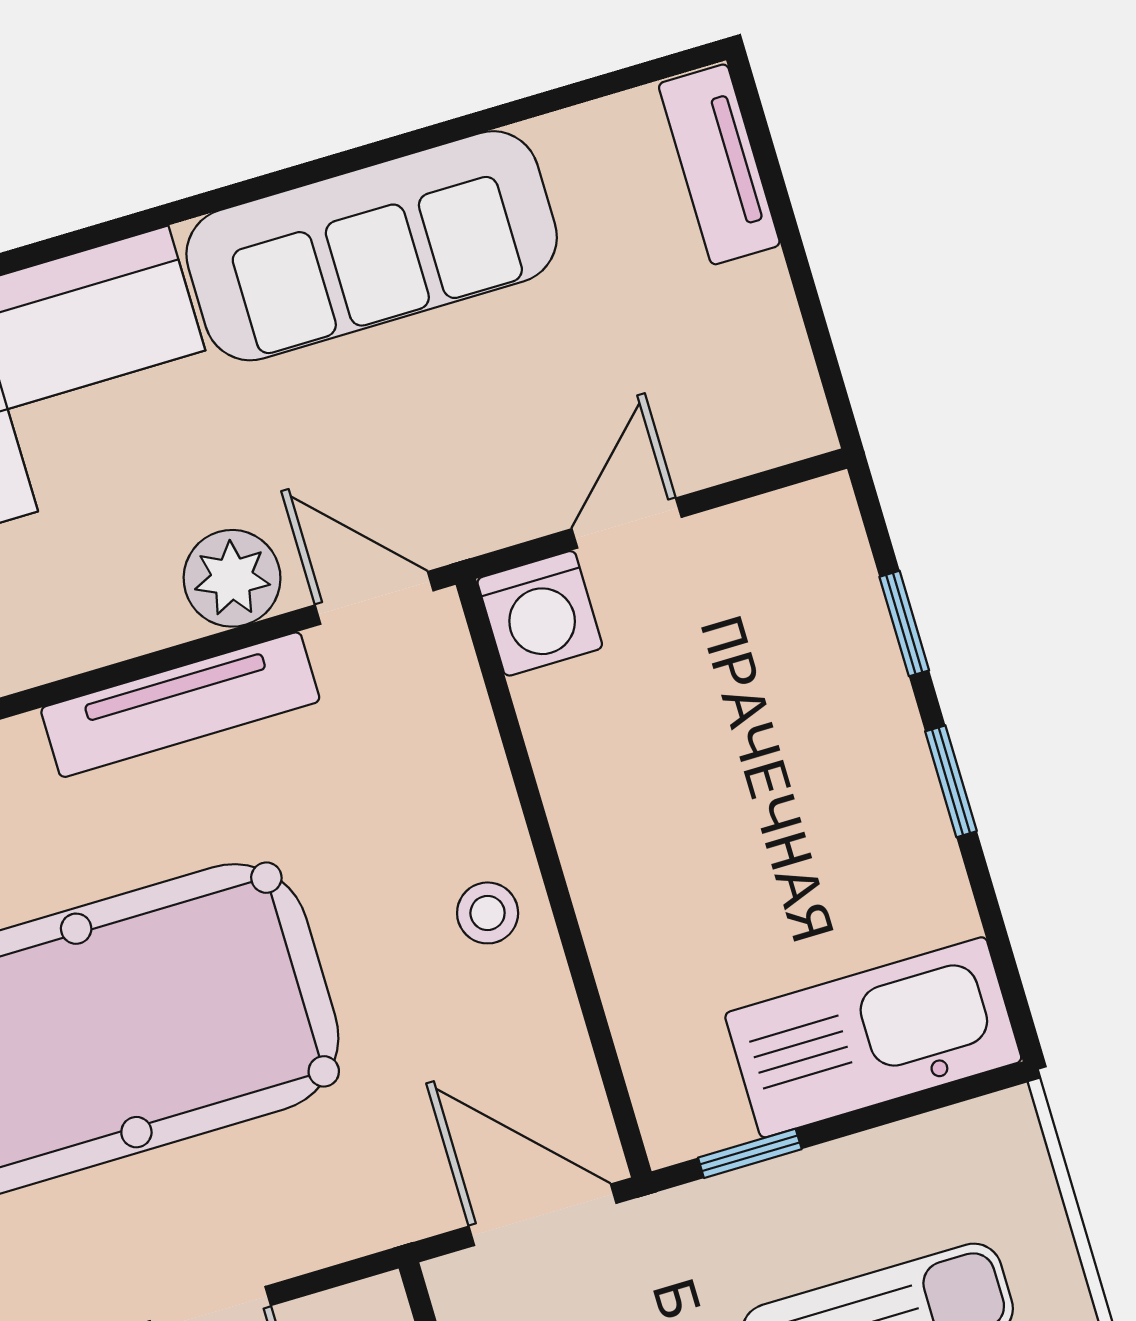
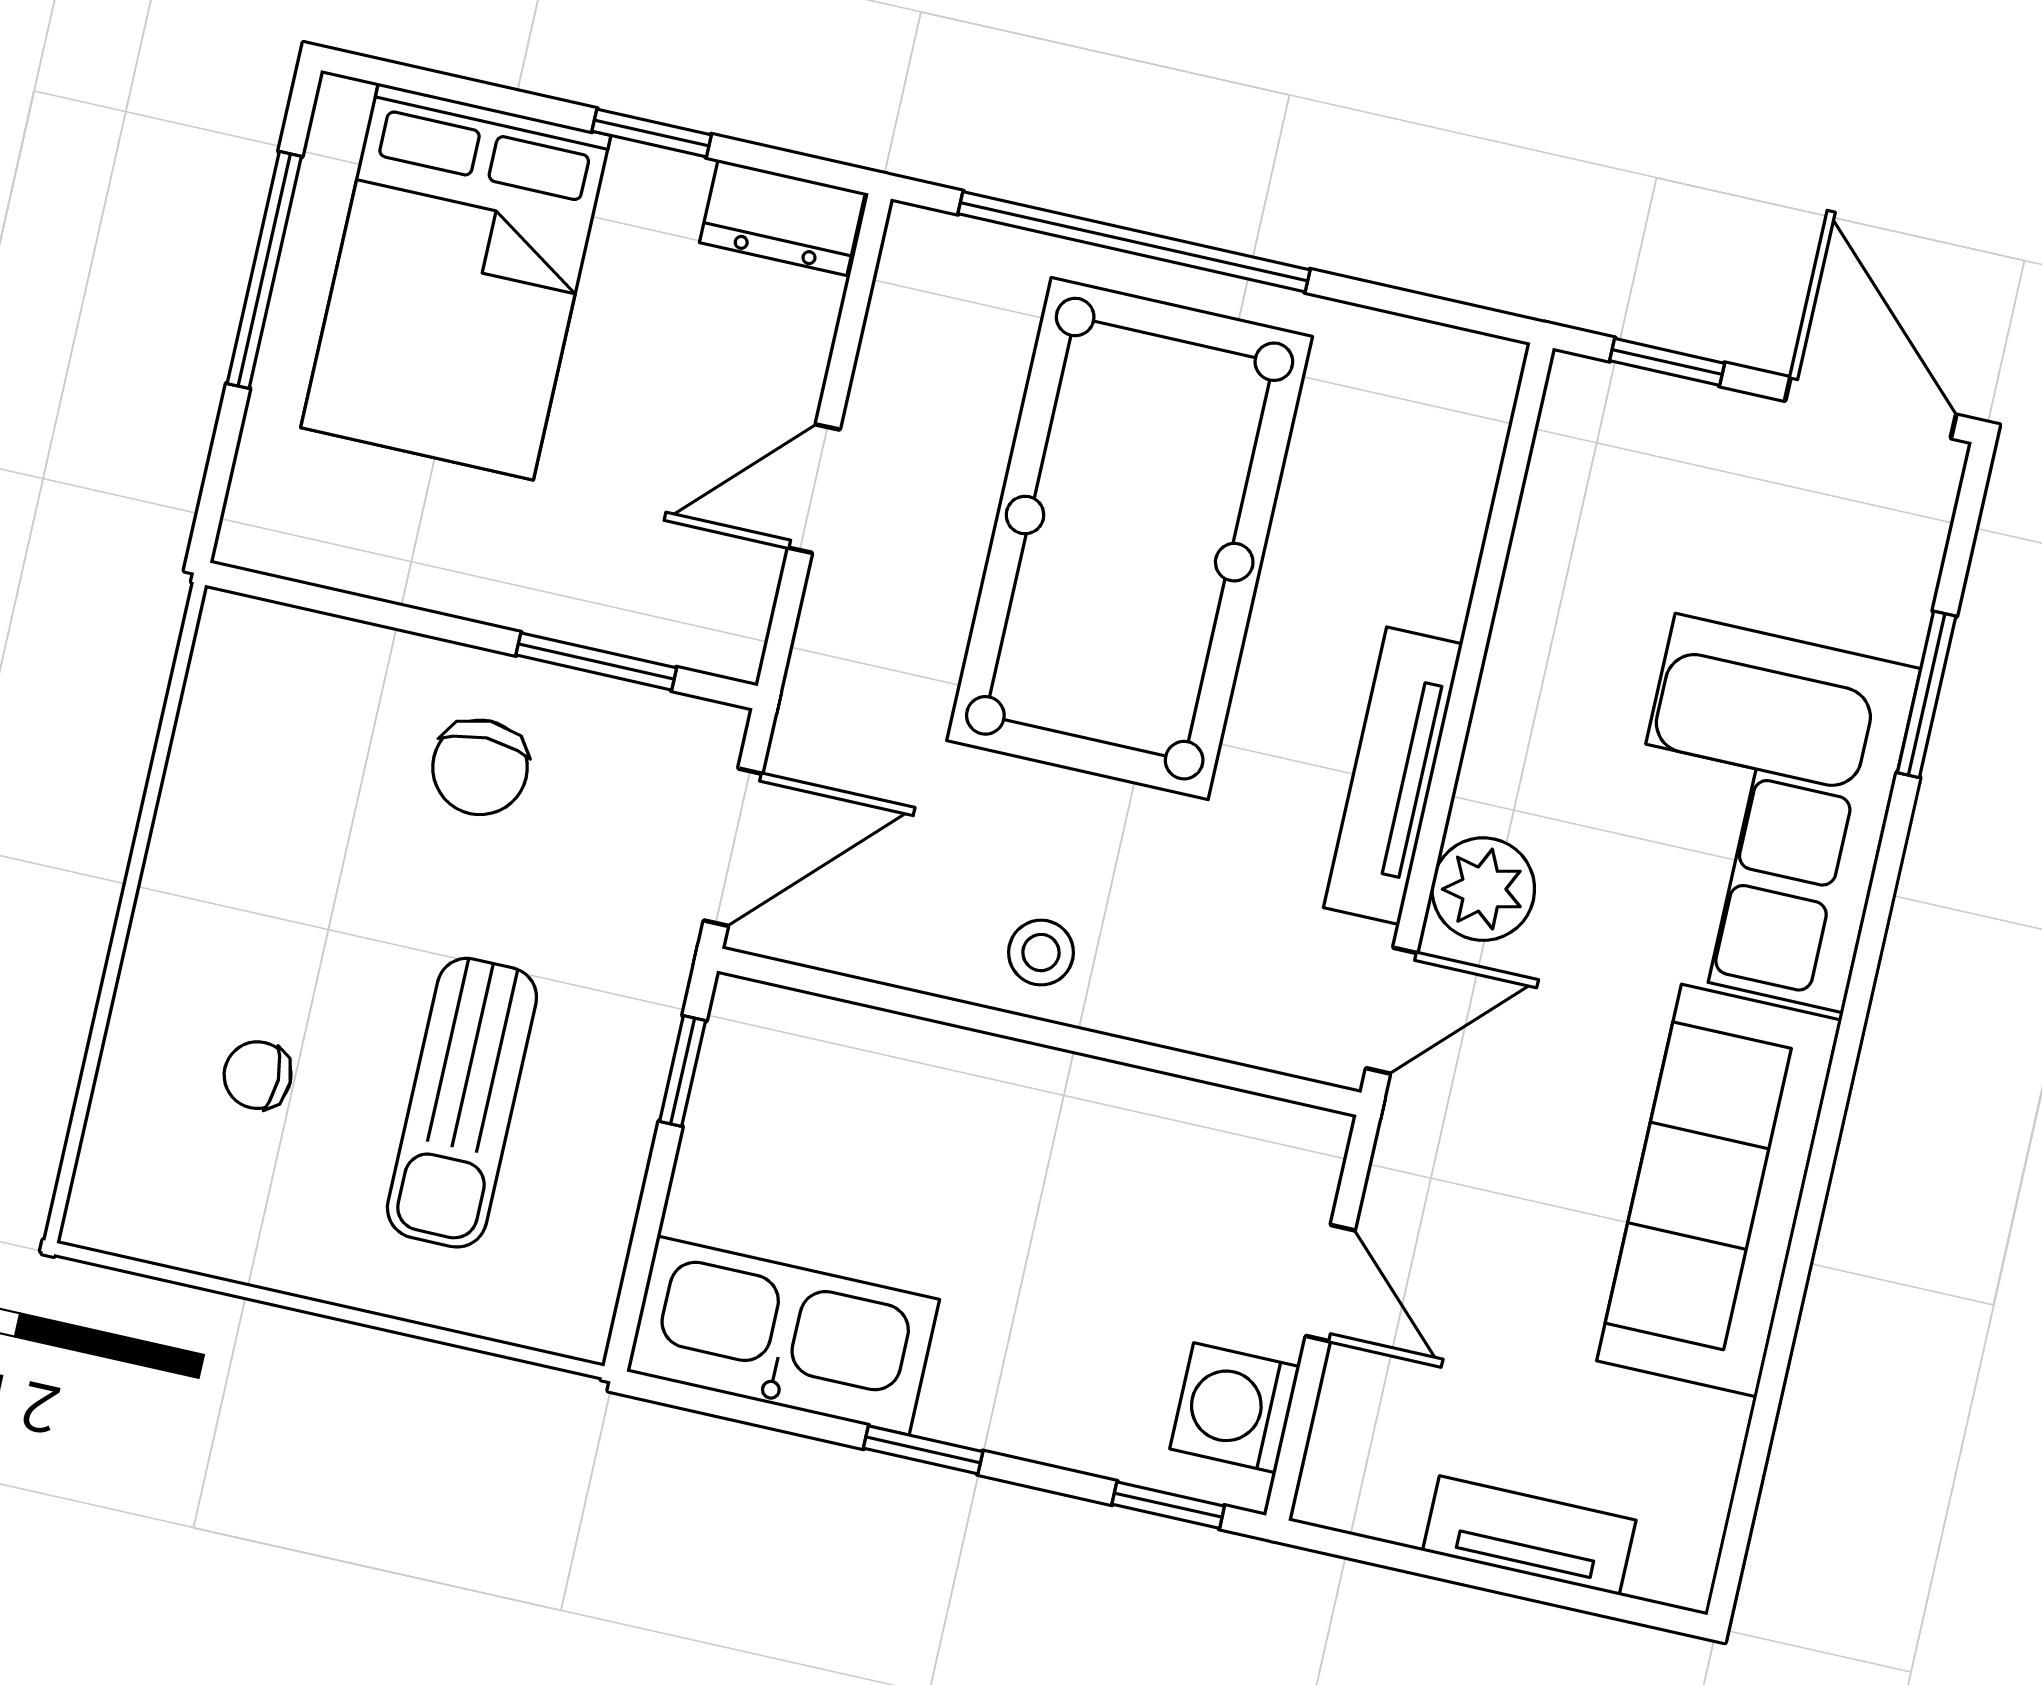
tv unit: (719, 164) -> (1529, 1535), moved
washing machine: (540, 613) -> (1235, 1408), moved
window: (904, 624) -> (1168, 1505), moved
kitchen sink: (873, 1037) -> (783, 1335), moved, turned -90

